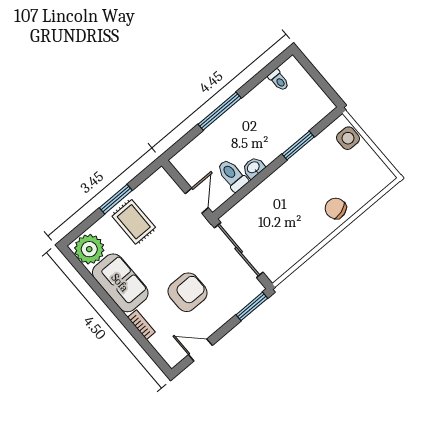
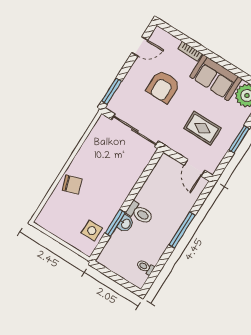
side table: (348, 138) -> (92, 231), moved
washbasin: (254, 168) -> (126, 224), moved
toilet: (232, 175) -> (140, 213), moved
door: (197, 201) -> (194, 168), moved
rug: (134, 222) -> (202, 128), moved

